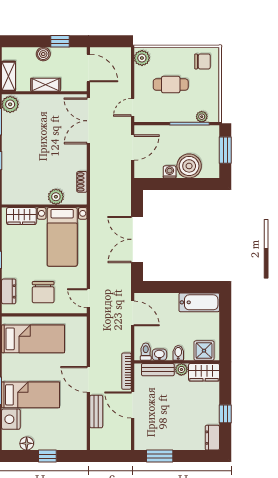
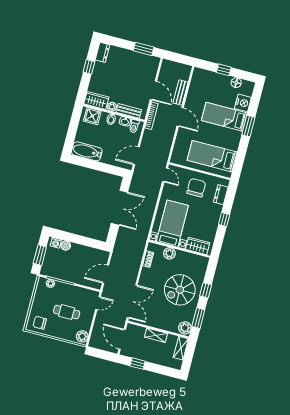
boiler: (43, 54) -> (152, 358), removed
spiral stairs: (30, 152) -> (180, 290), added
boiler: (189, 166) -> (66, 246), width x0.54, depth x0.54
washing machine: (170, 172) -> (56, 243), moved
door: (133, 313) -> (136, 156), hinge flipped

